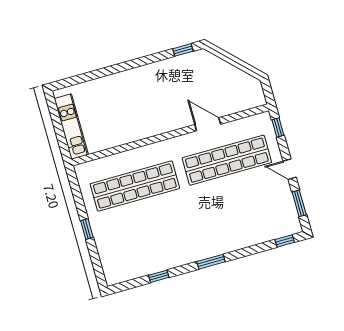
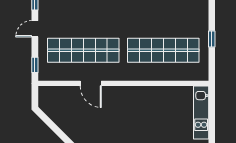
door: (290, 169) -> (35, 29), swing flipped
window: (87, 229) -> (212, 39), moved

